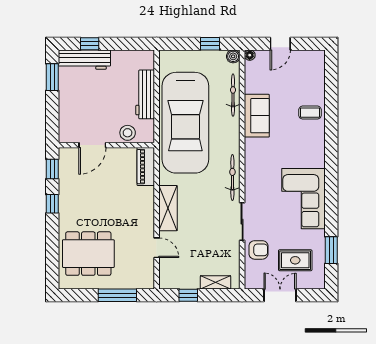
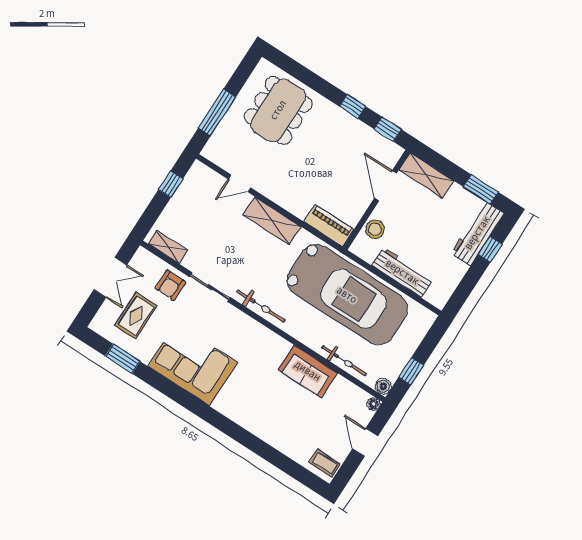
coffee table: (310, 113) -> (325, 463), moved, turned 90
shelving: (67, 121) -> (426, 175), added
car: (185, 123) -> (347, 295), turned 180
shelving: (216, 282) -> (168, 247), moved, turned 90

